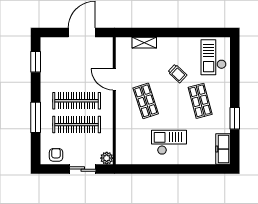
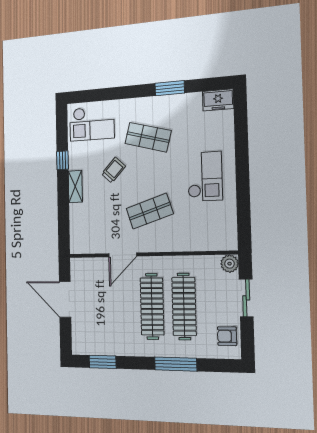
window: (187, 33) -> (62, 160), added
shelving: (144, 43) -> (75, 187), moved
shop shelf: (200, 101) -> (148, 137), turned 30
checkout: (169, 142) -> (205, 176), turned 180
freezer: (223, 149) -> (218, 100), width x0.71

